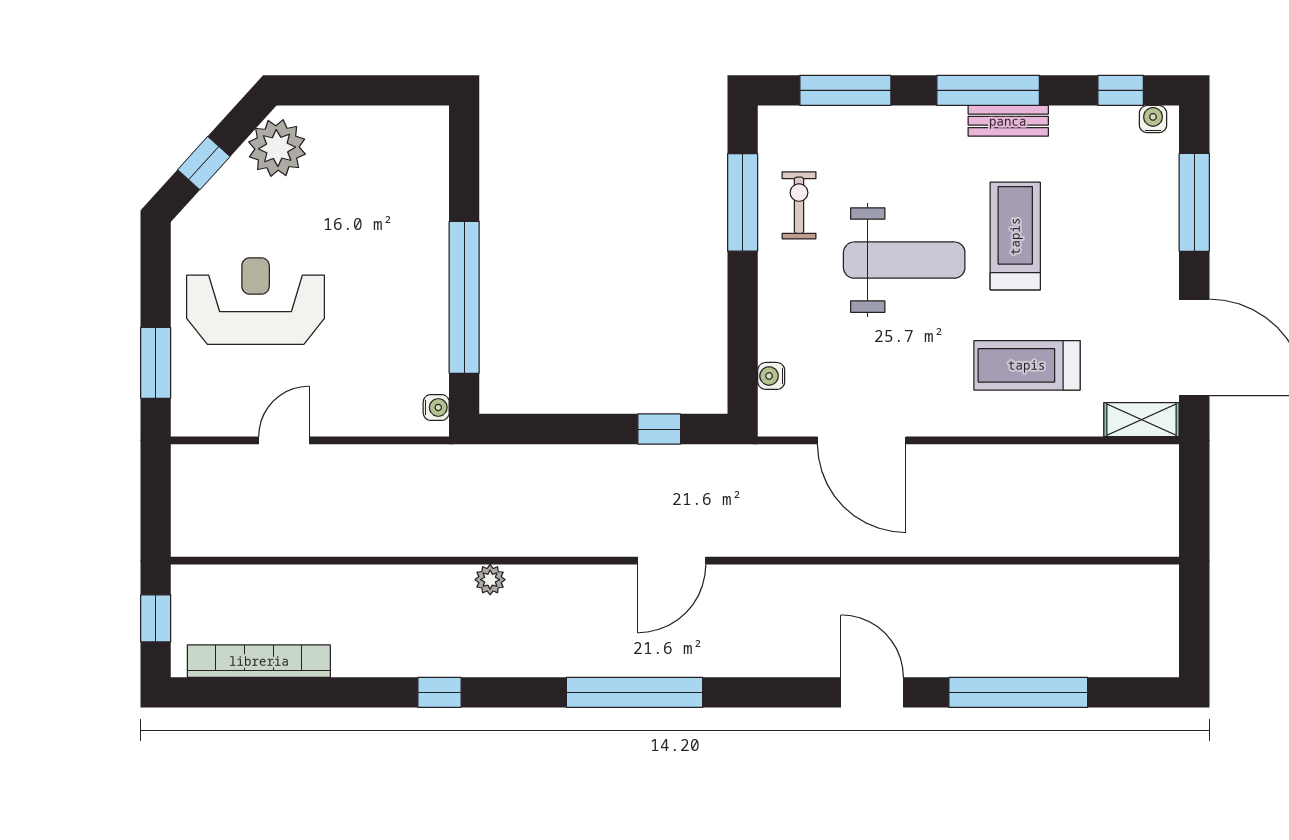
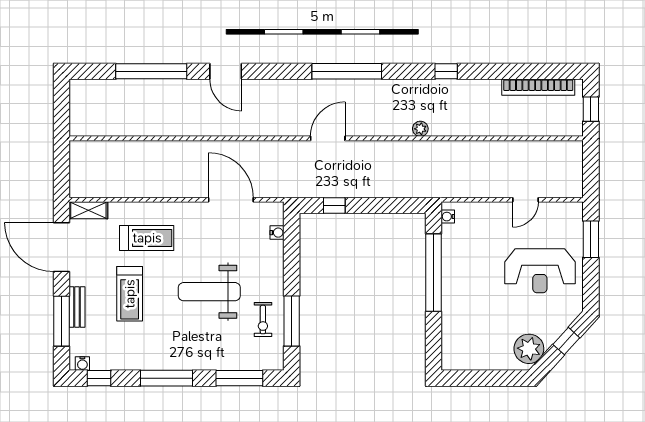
bench: (1008, 121) -> (77, 307), moved, turned 90
treadmill: (1015, 236) -> (130, 294), moved

